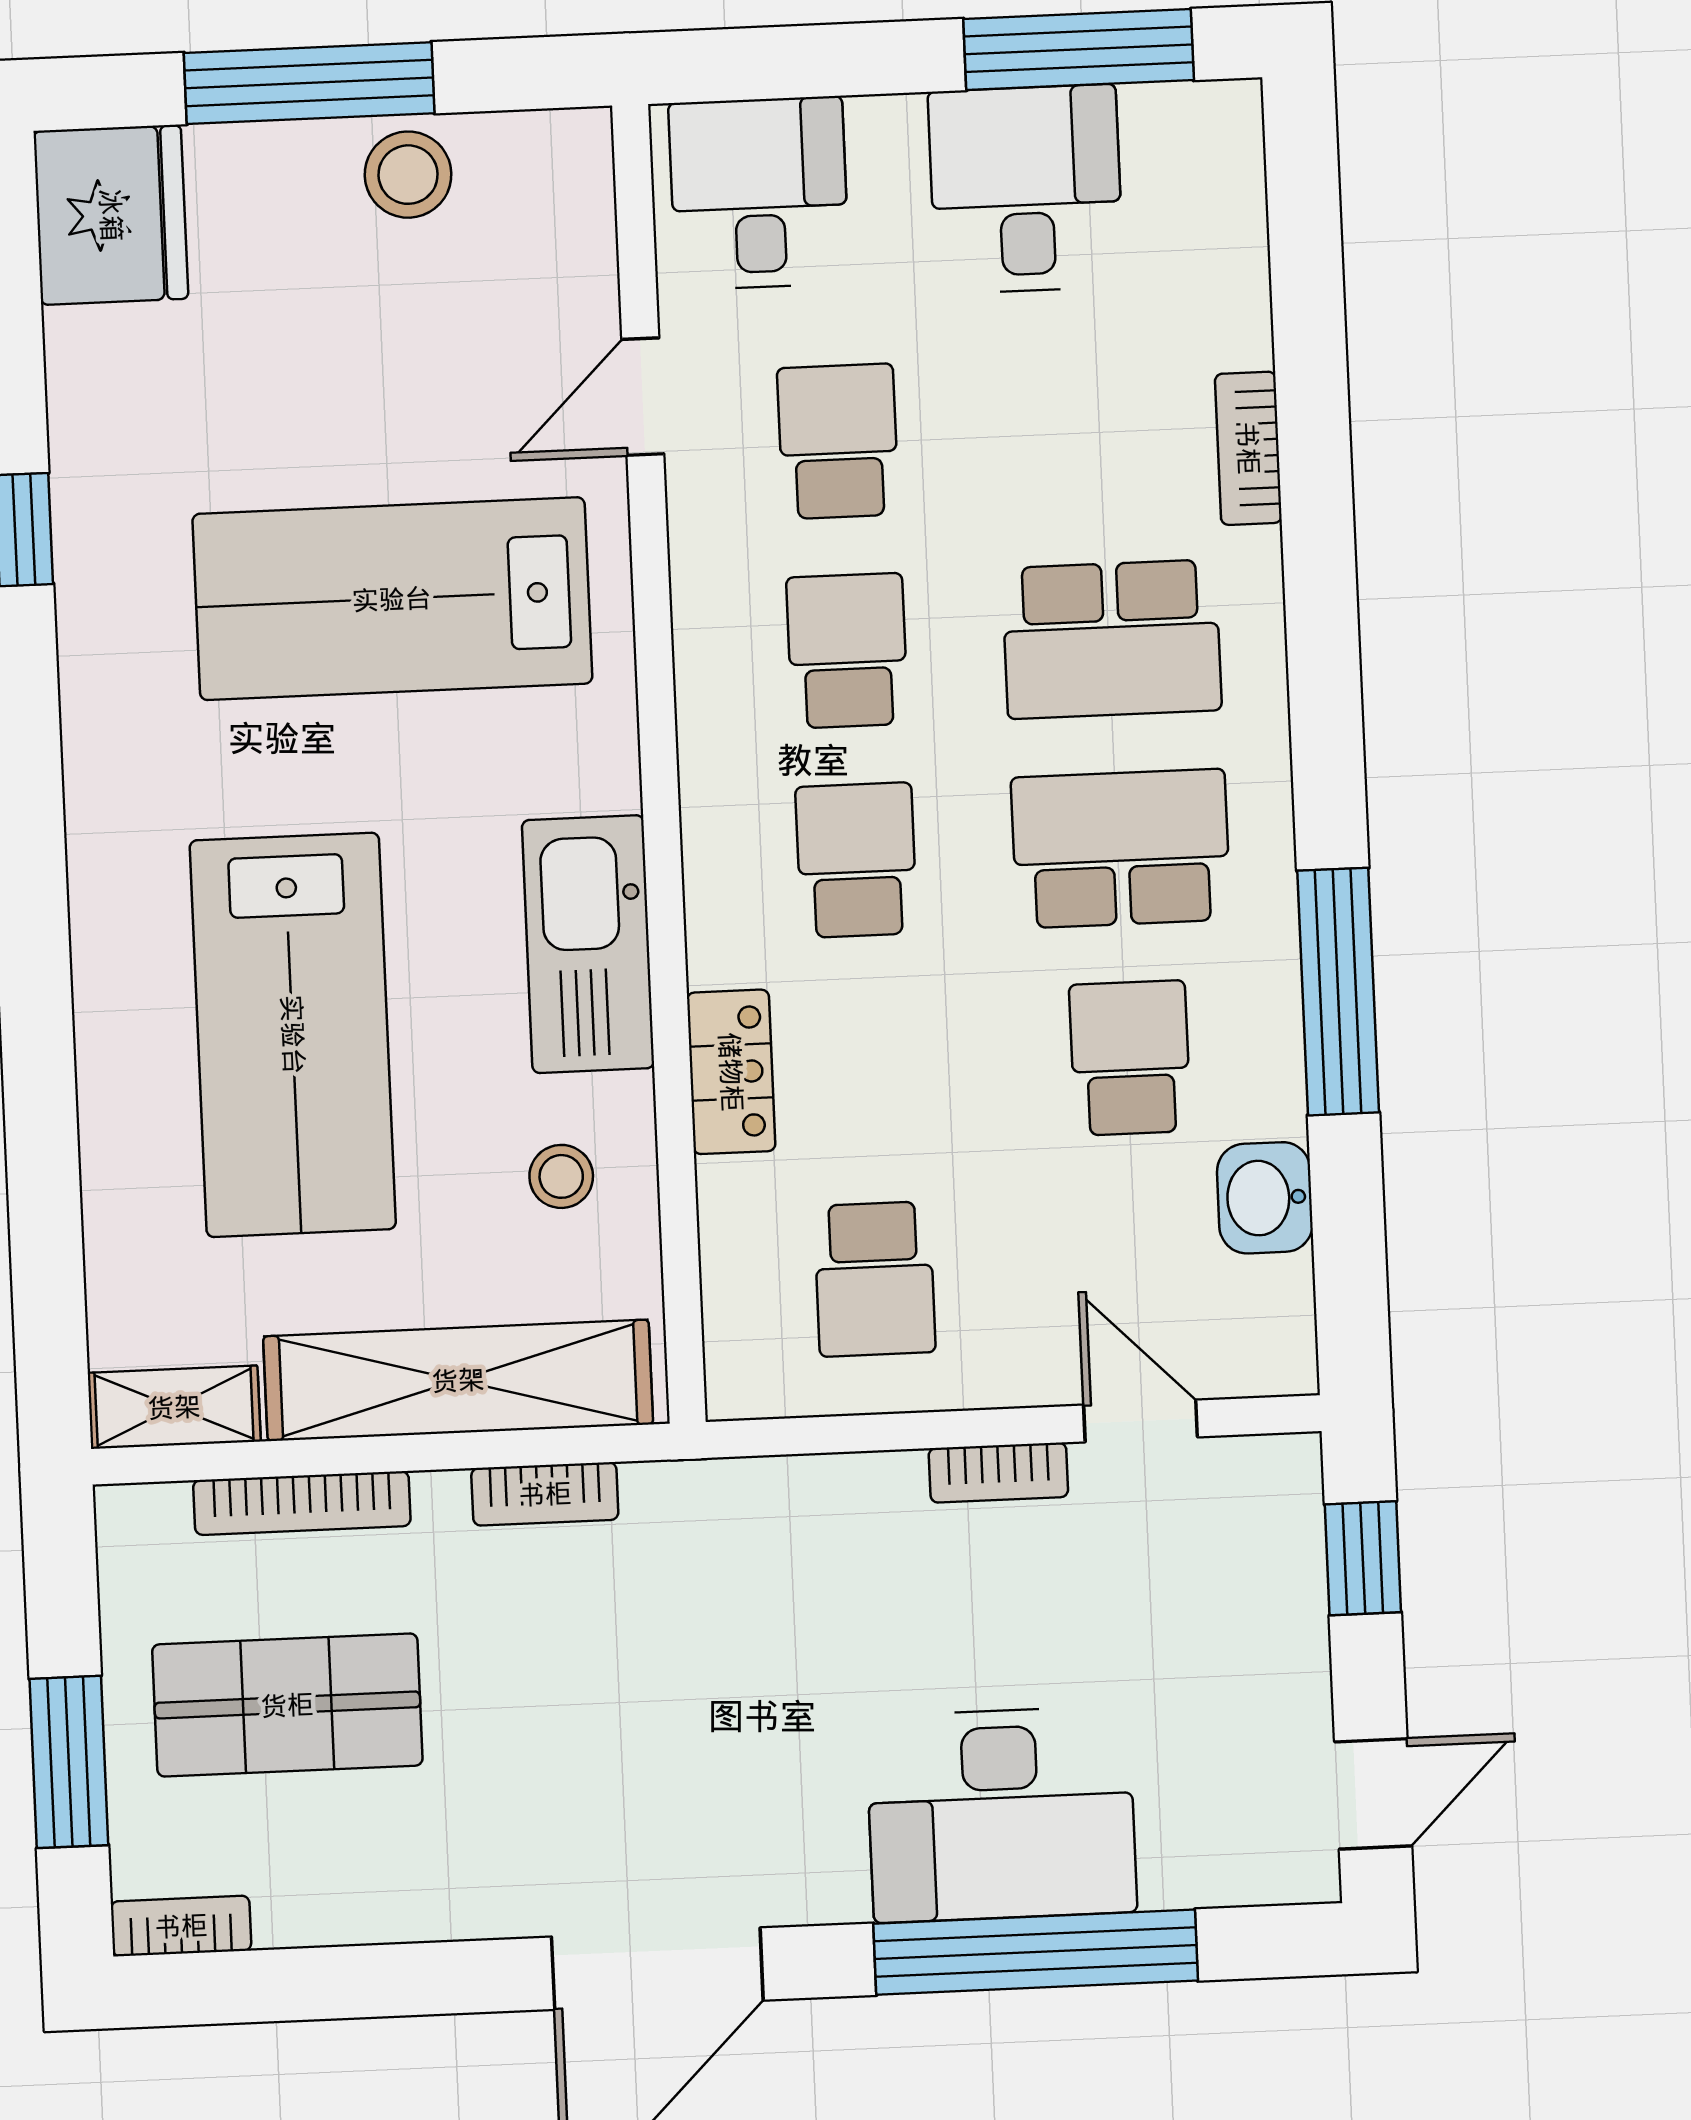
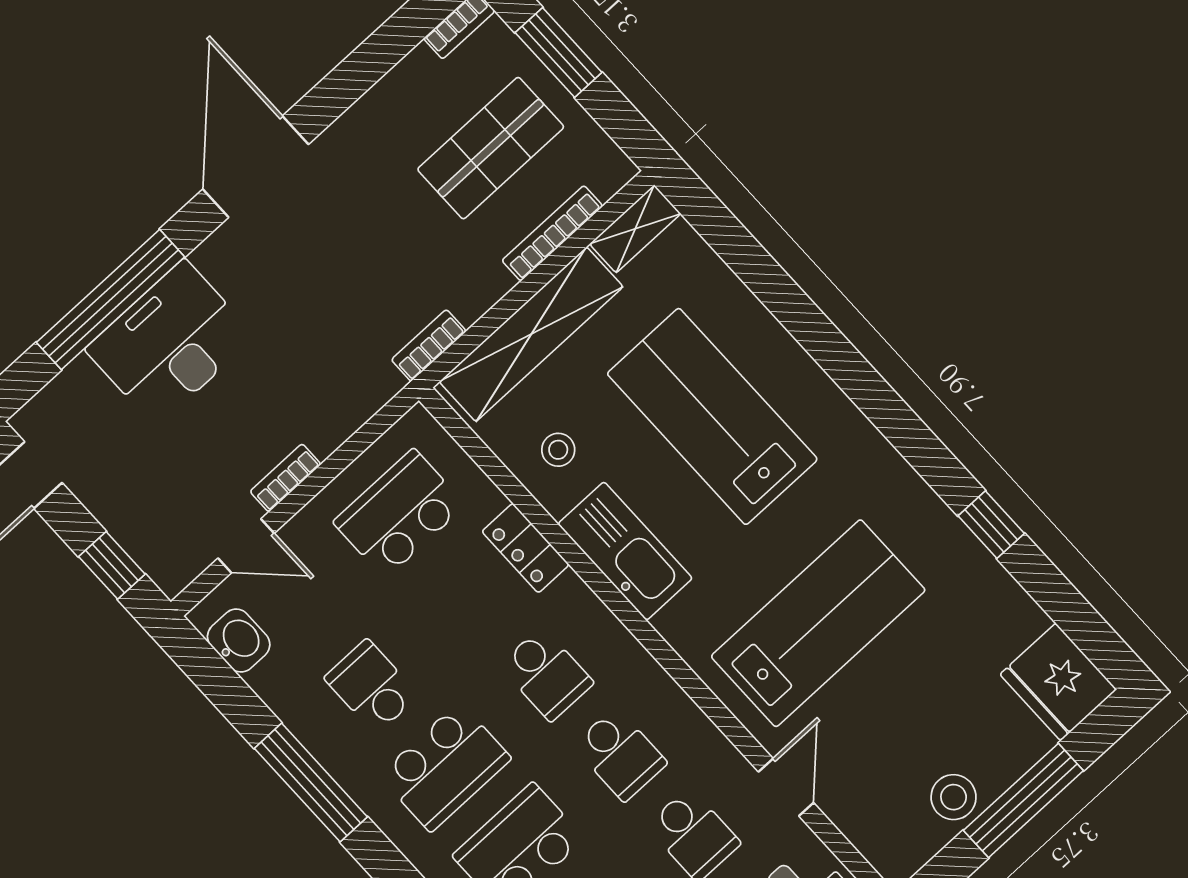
school desk: (1130, 1058) -> (372, 687), turned 180
washbasin: (1265, 1198) -> (239, 641), moved
school desk: (875, 1279) -> (399, 514), width x1.85
bookcase: (545, 1494) -> (429, 345), moved

